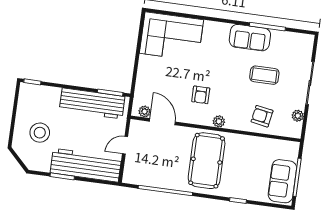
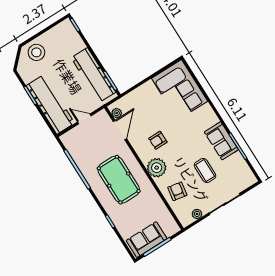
plant: (219, 121) -> (157, 168), width x1.88, depth x1.88
stool: (40, 133) -> (36, 52), moved
pool table: (207, 161) -> (119, 180), turned 90

